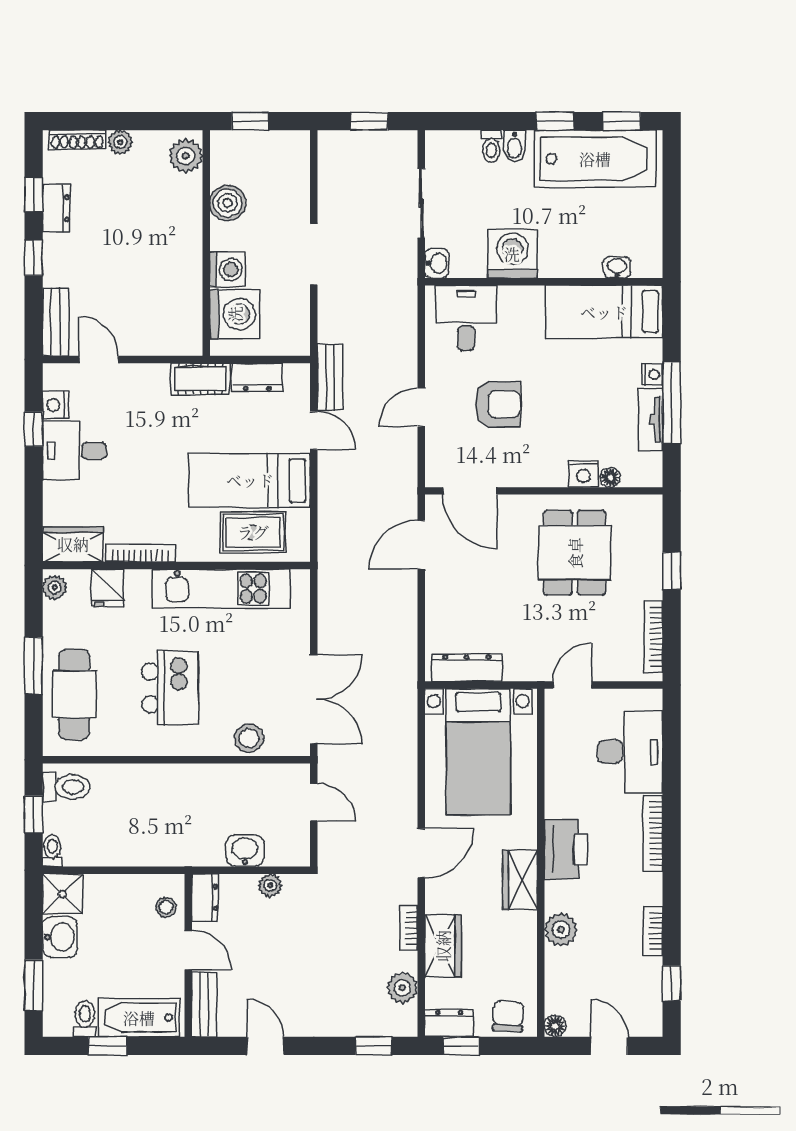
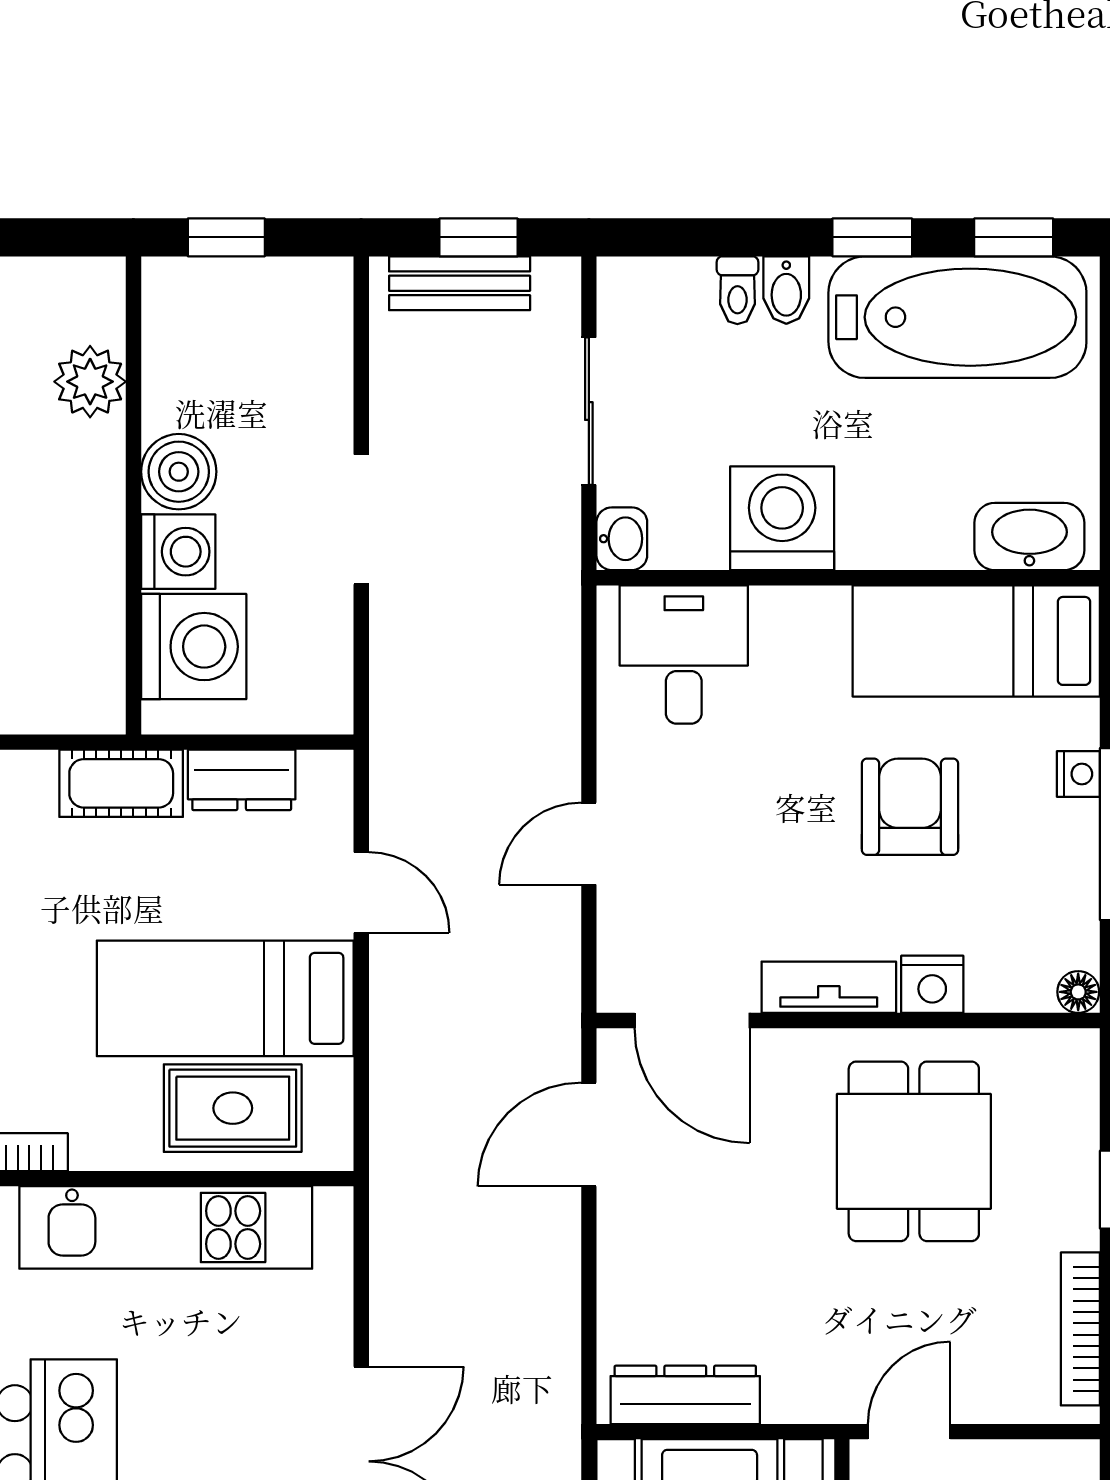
plant: (186, 156) -> (90, 382), moved
boiler: (228, 203) -> (179, 472), moved
washbasin: (617, 267) -> (1029, 537), width x1.91, depth x1.45
bench: (330, 378) -> (460, 283), moved, turned 90
armchair: (498, 404) -> (910, 807), moved, turned -90
tv unit: (650, 419) -> (829, 987), moved, turned 90
floor lamp: (610, 477) -> (1078, 992), moved

